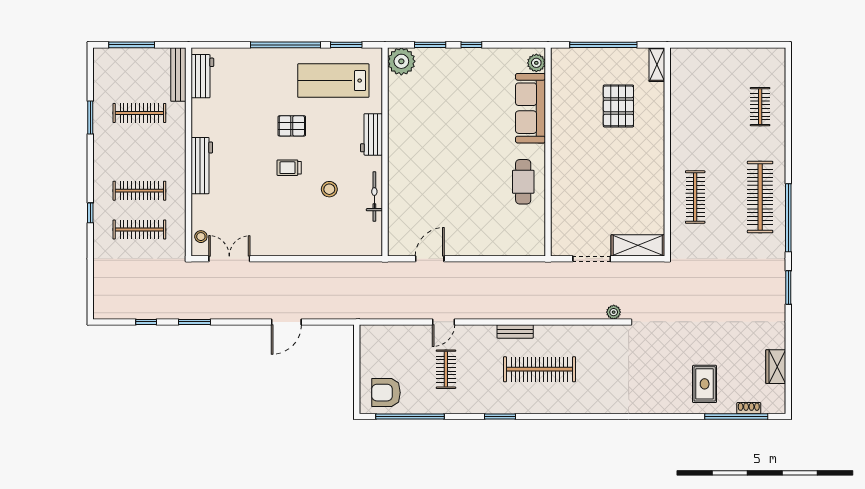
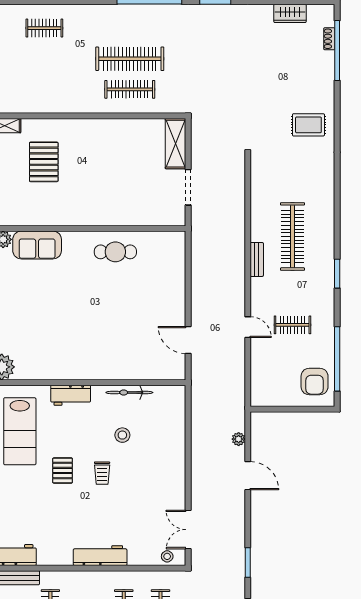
pallet: (618, 106) -> (44, 162), turned 90
sofa: (530, 108) -> (37, 245), width x0.73
clothes rail: (760, 197) -> (130, 59), moved
plant: (614, 312) -> (239, 439), moved
rug: (705, 384) -> (308, 125), moved

